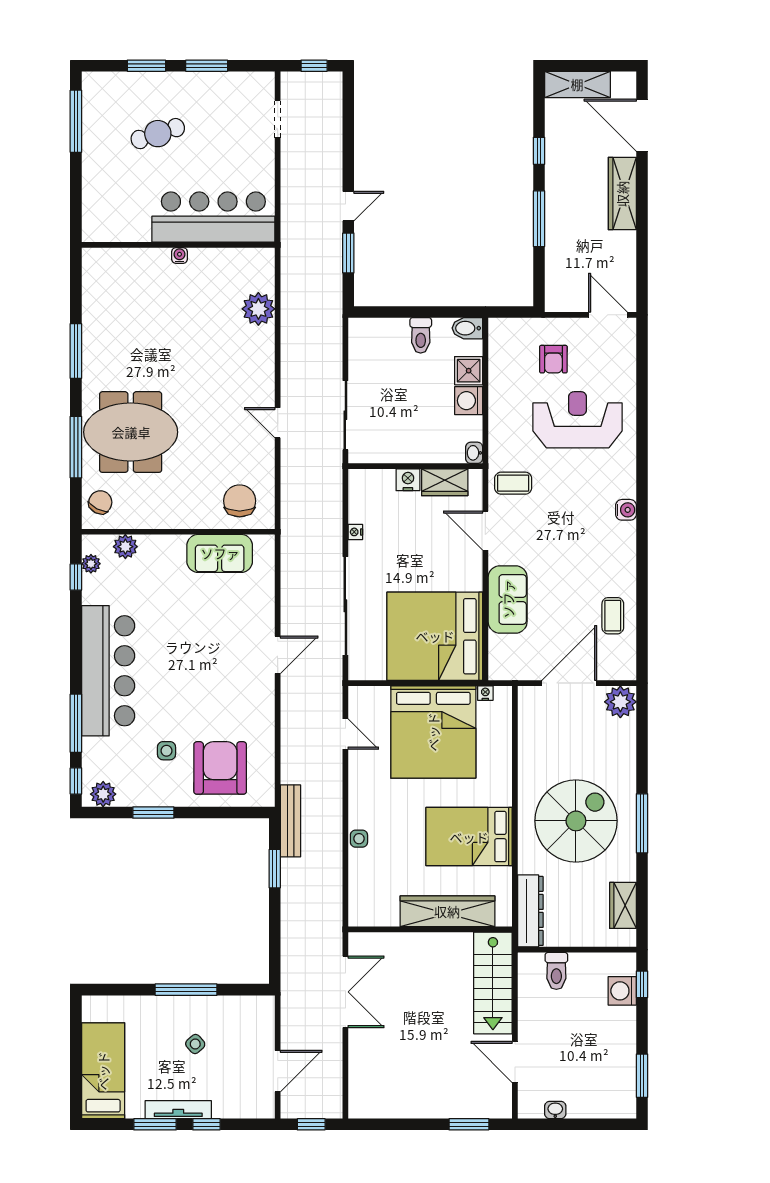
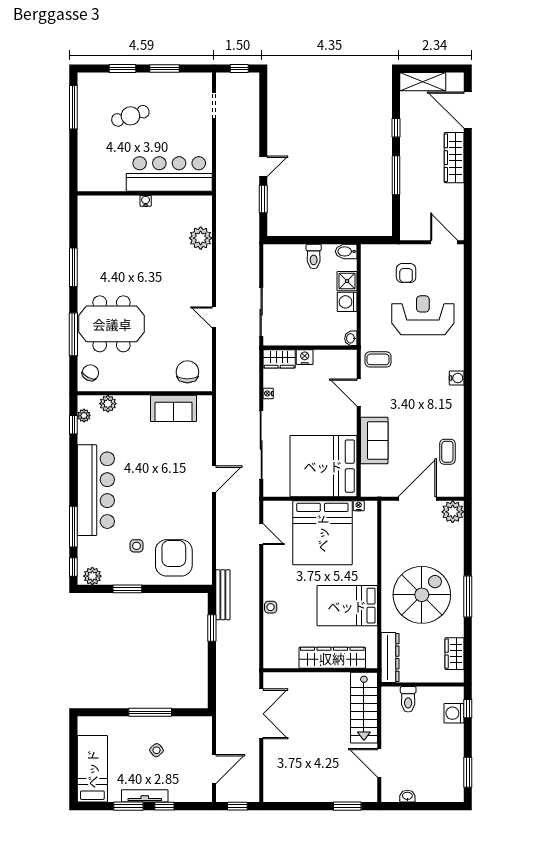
wardrobe: (445, 482) -> (279, 359), moved

